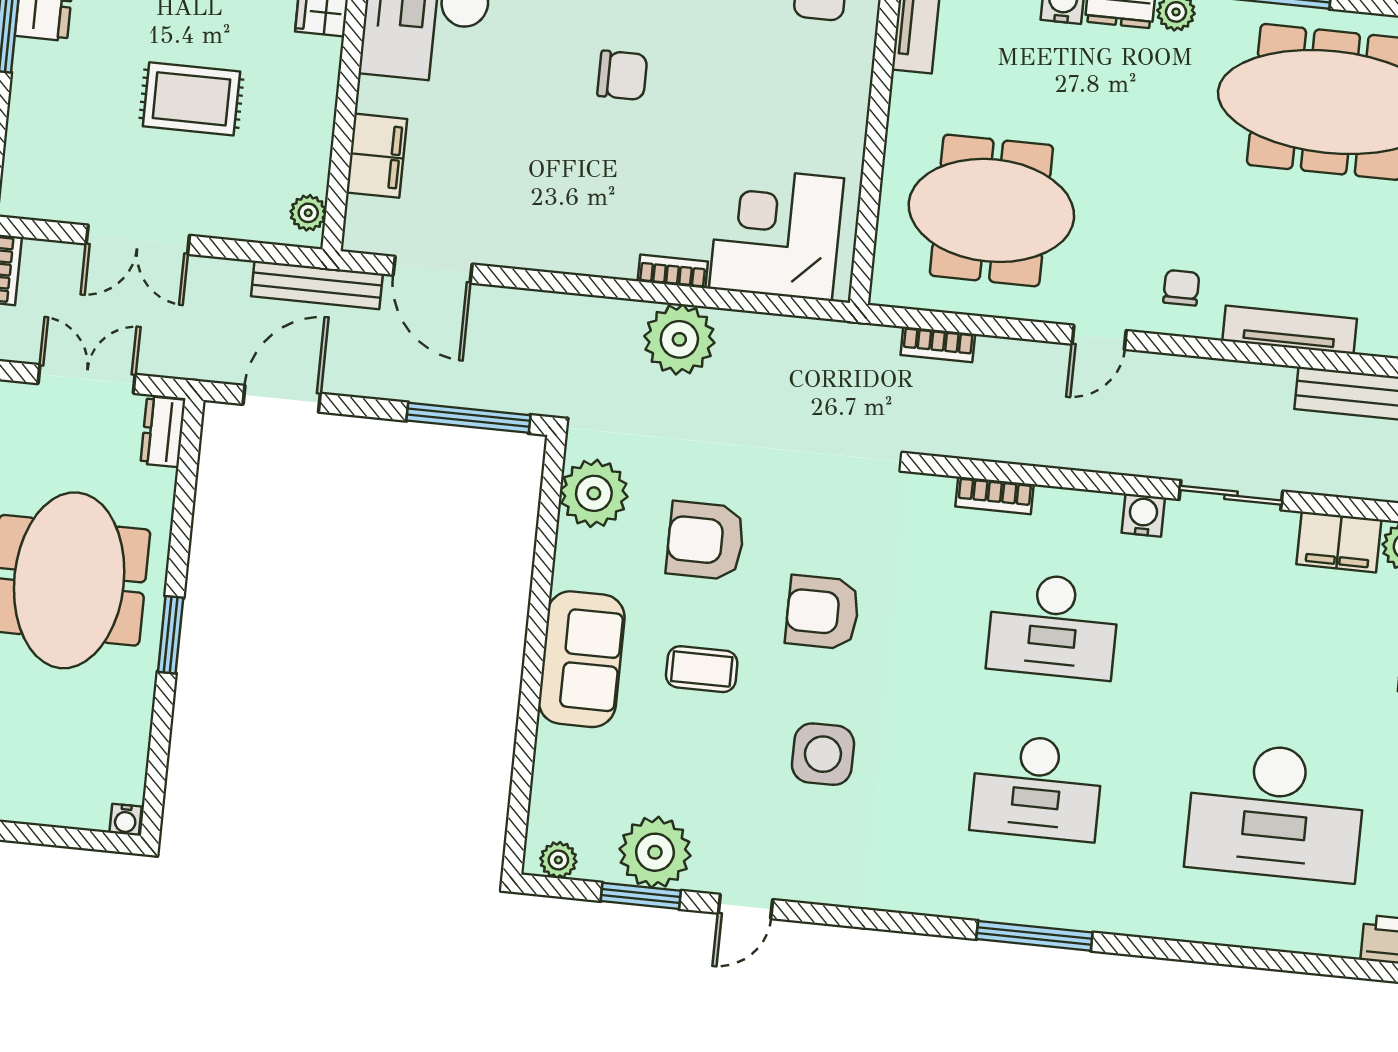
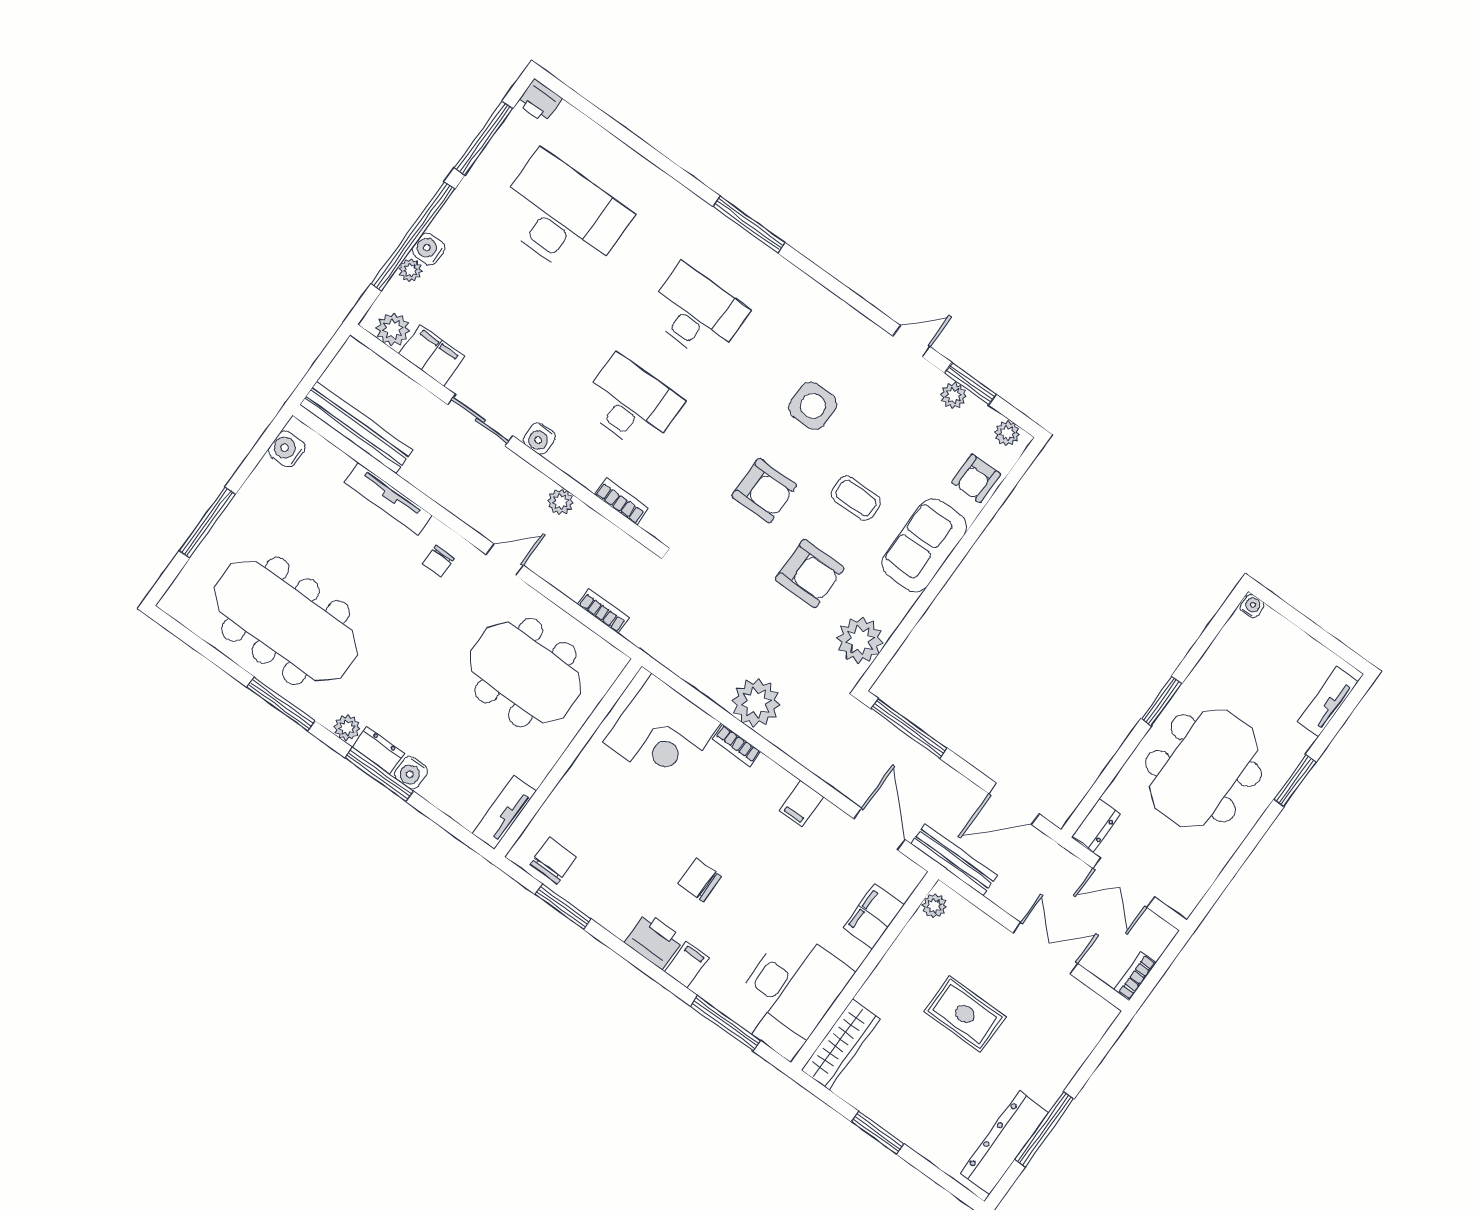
filing cabinet: (549, 245) -> (801, 804), added
plant: (1071, 451) -> (560, 502), added
armchair: (565, 781) -> (976, 478), added
plant: (655, 852) -> (954, 395), width x0.53, depth x0.53

